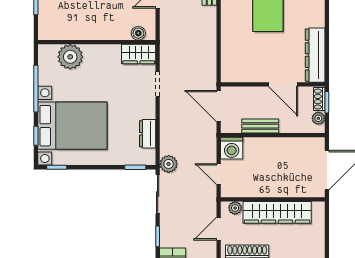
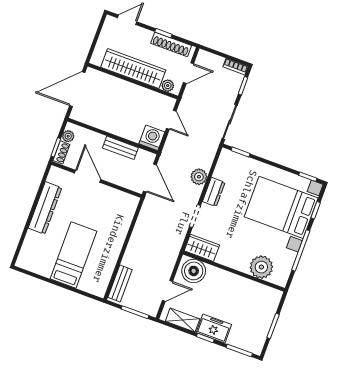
boiler: (138, 33) -> (194, 271), width x1.86, depth x1.86
dresser: (315, 55) -> (45, 208), moved
dresser: (148, 134) -> (214, 192), moved
plant: (169, 164) -> (199, 177), moved

